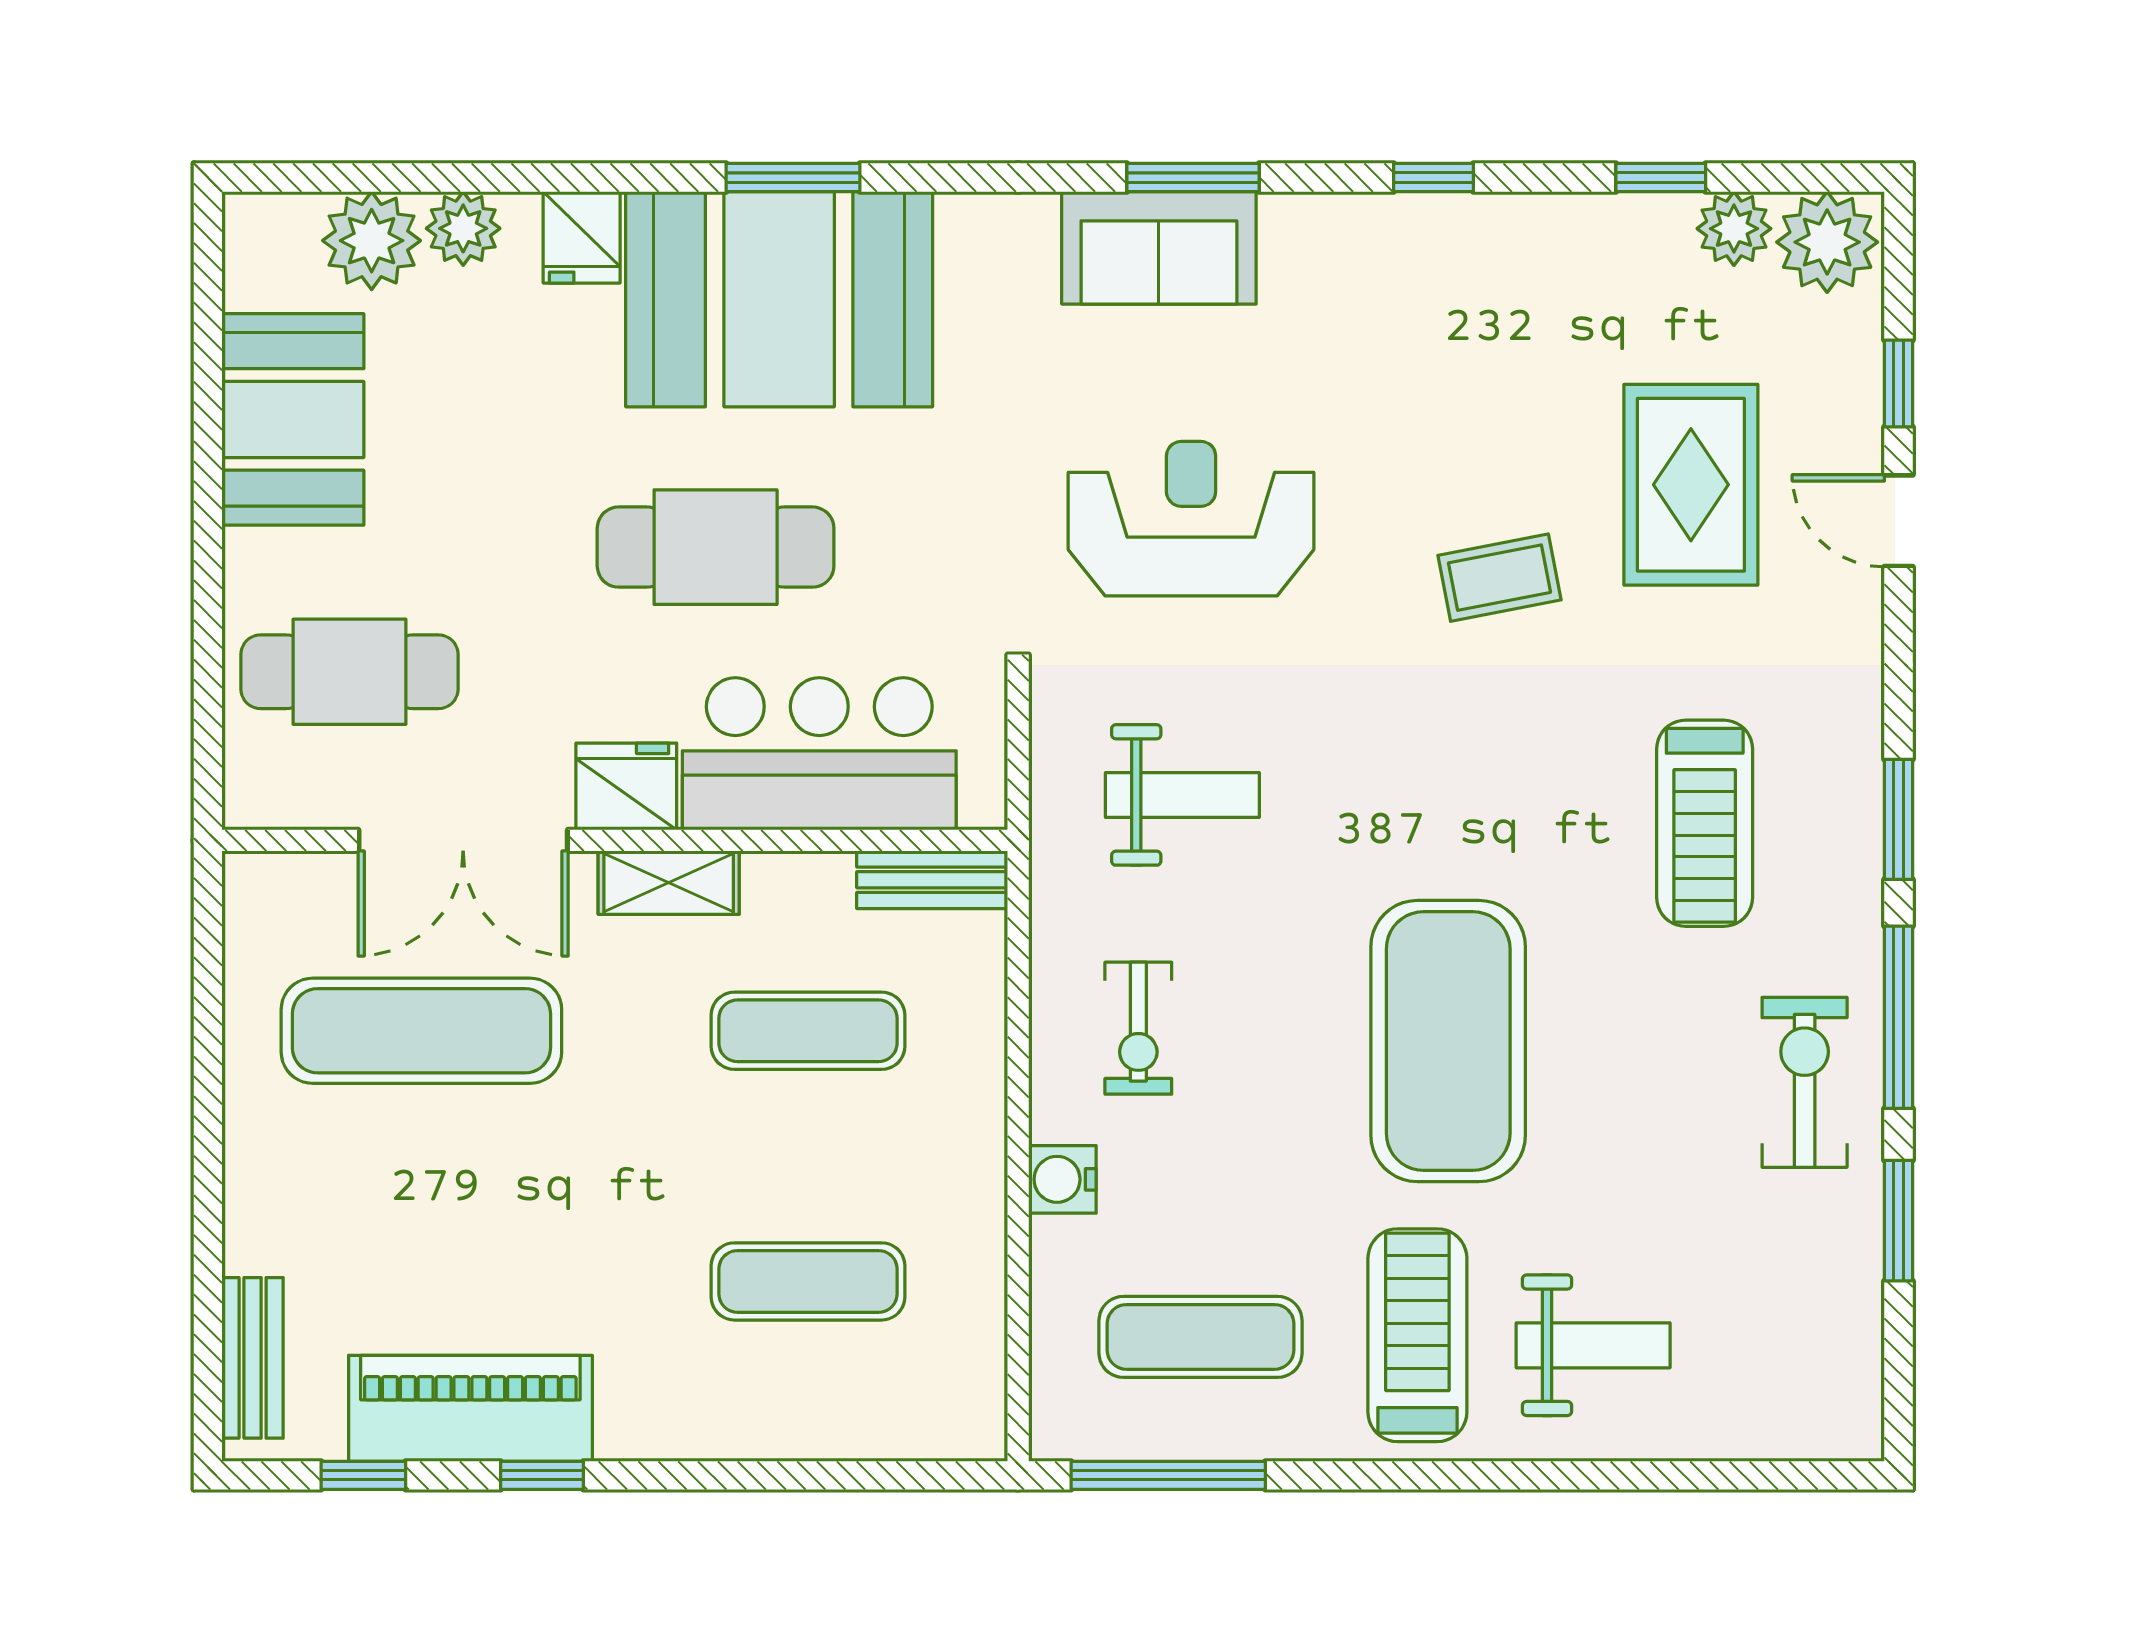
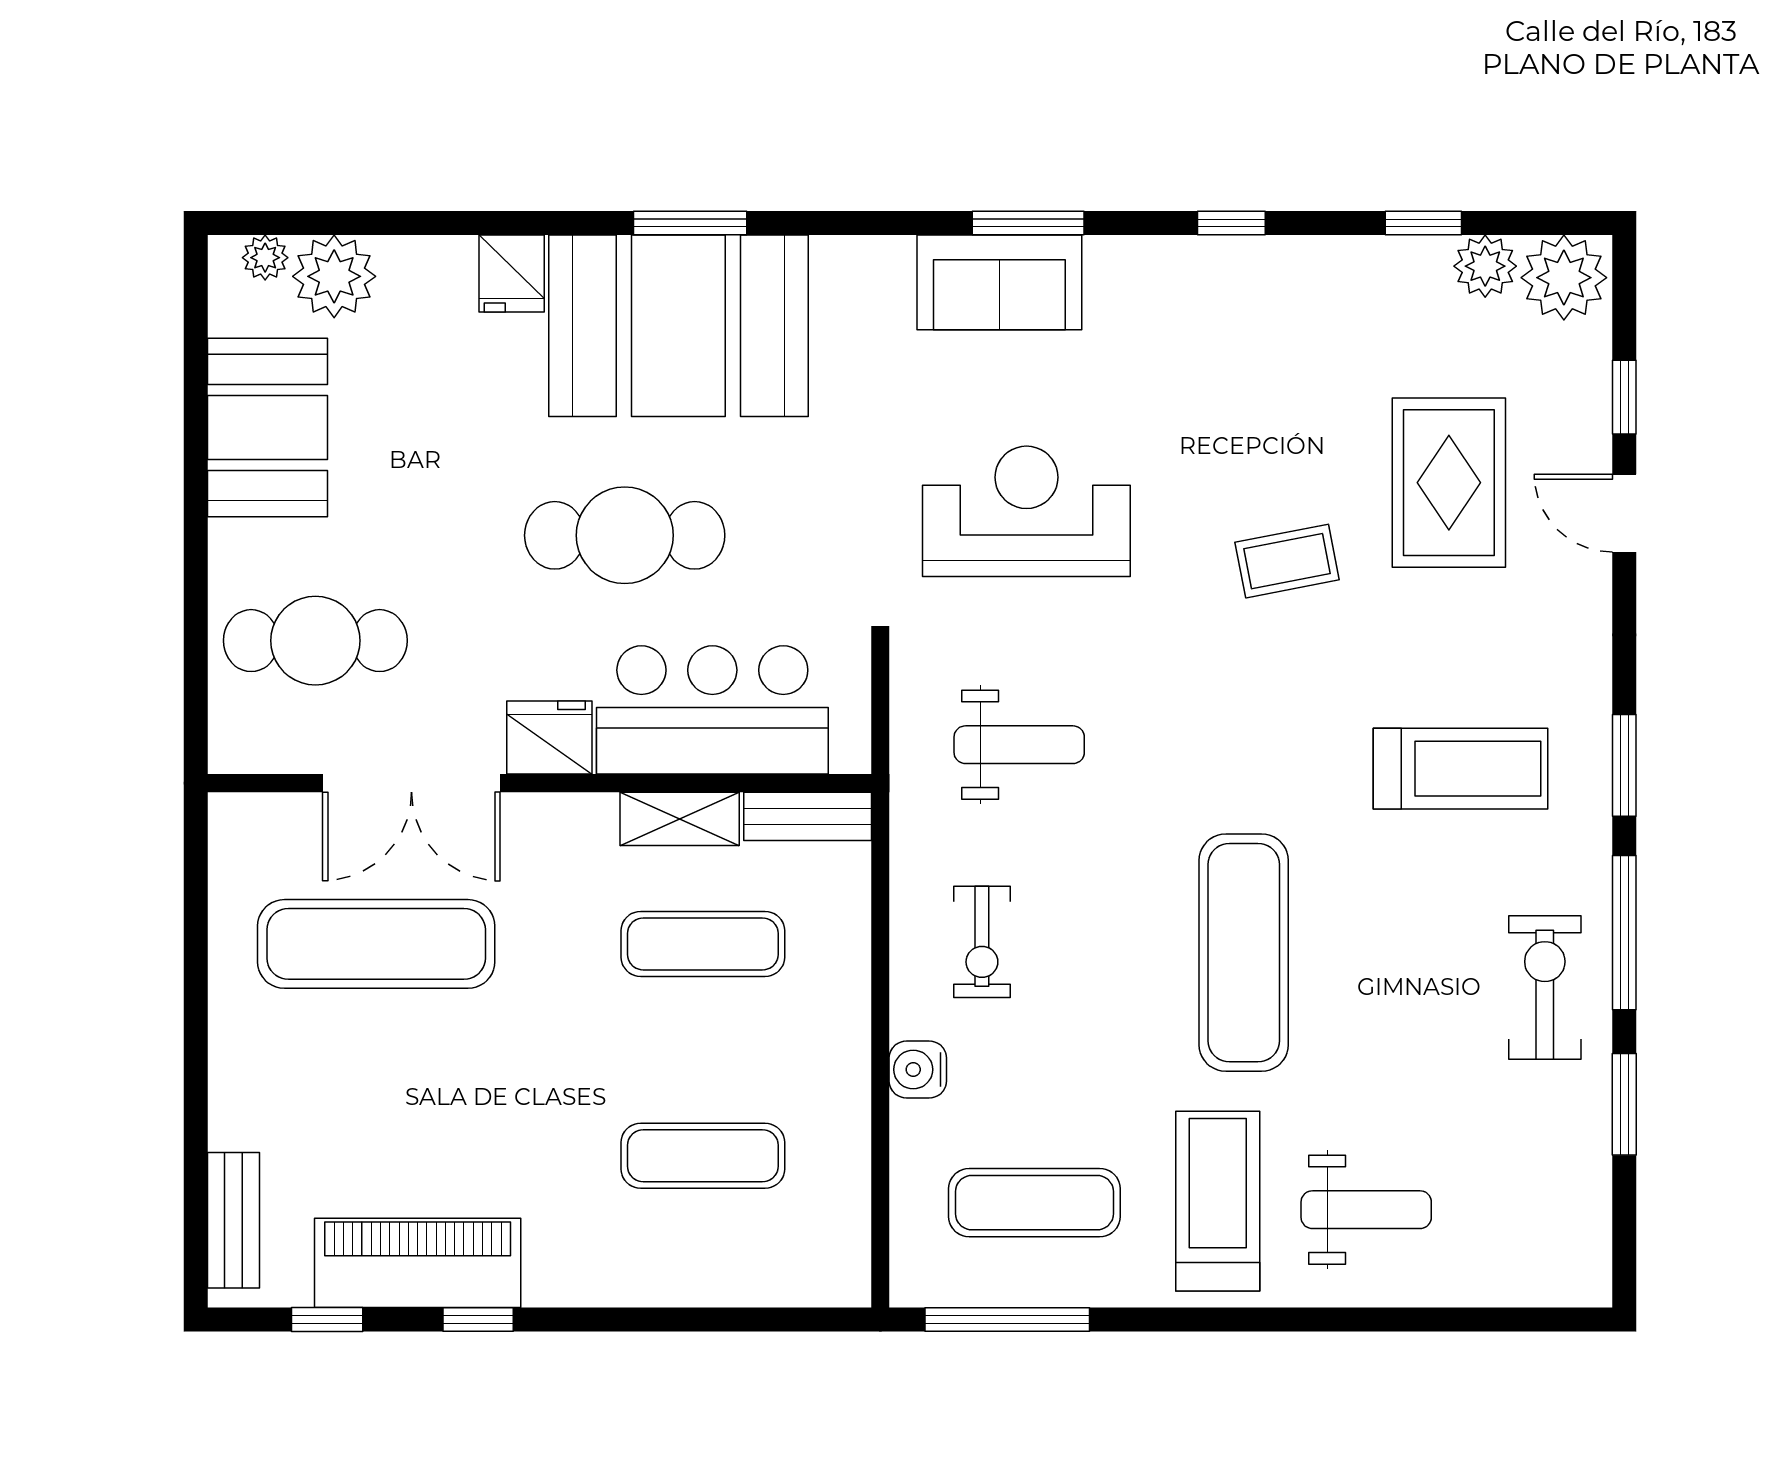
plant: (463, 228) -> (265, 258), moved, width x0.73, depth x0.73
treadmill: (1705, 823) -> (1460, 769), turned -90
shelving: (669, 883) -> (680, 819), moved
exercise mat: (1448, 1041) -> (1244, 953), width x0.68

